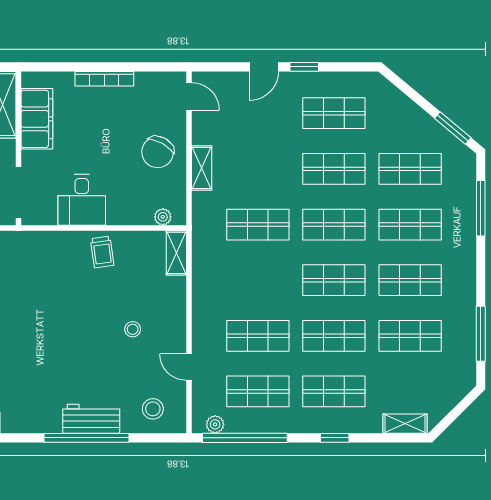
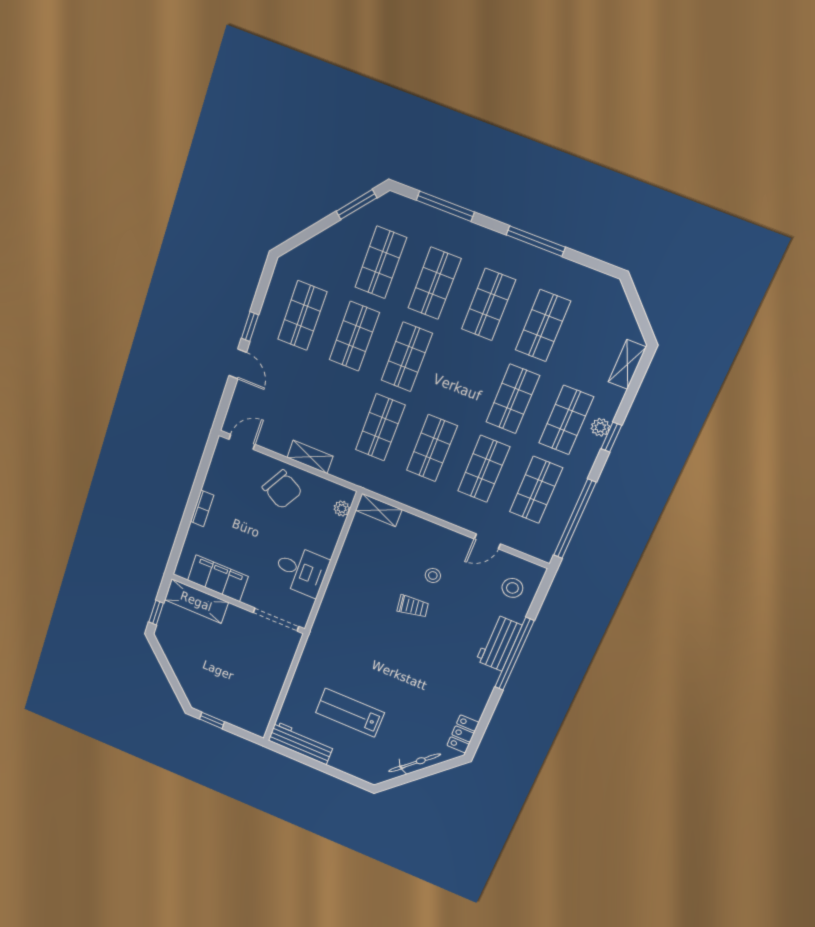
bookcase: (104, 79) -> (202, 508), width x0.64
trolley: (102, 252) -> (413, 606), moved
shop shelf: (334, 280) -> (432, 448), moved
window: (481, 334) -> (536, 241), moved
plant: (215, 424) -> (600, 427), moved

